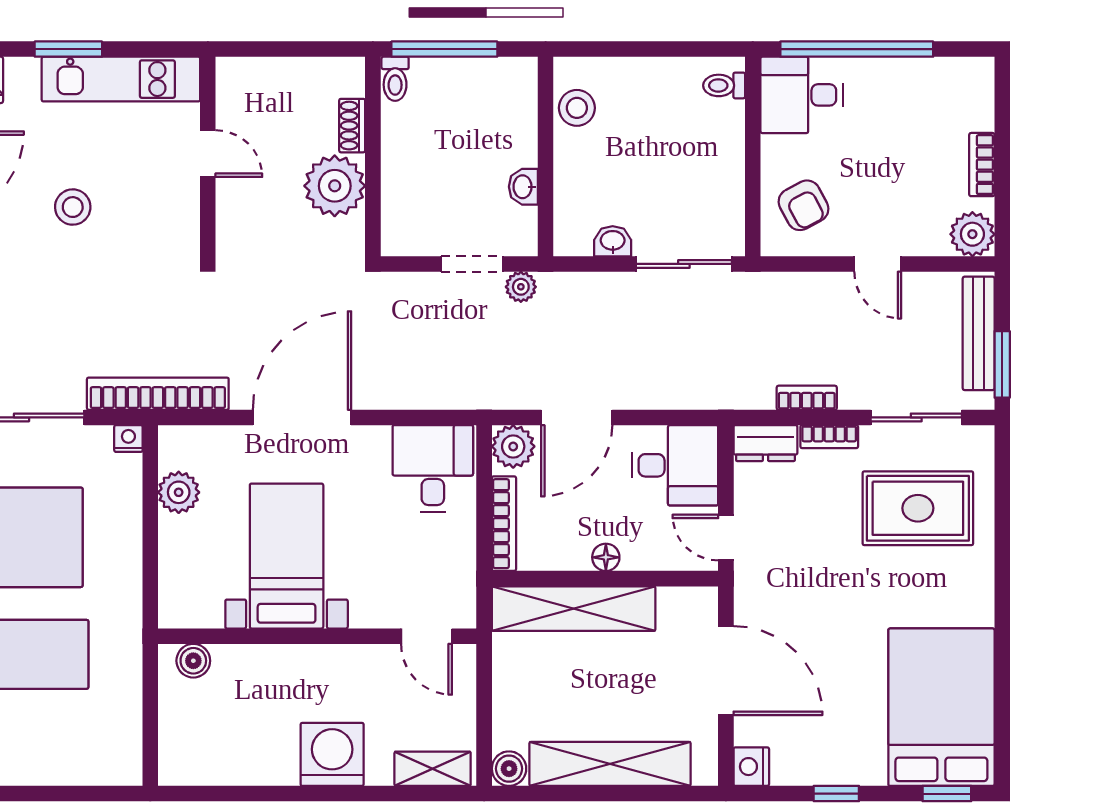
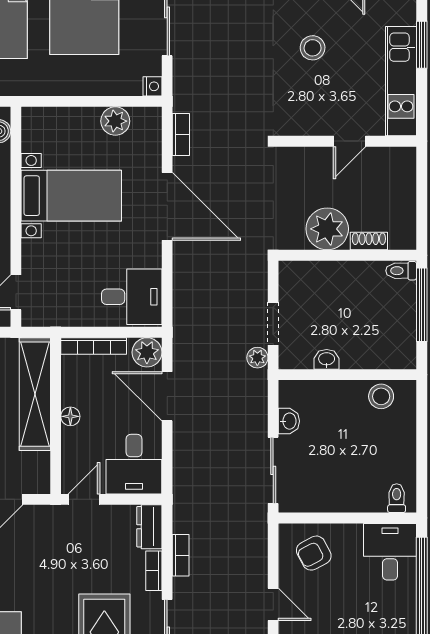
door: (878, 264) -> (273, 604), swing flipped
bookcase: (158, 394) -> (181, 134), width x0.43, depth x0.76

